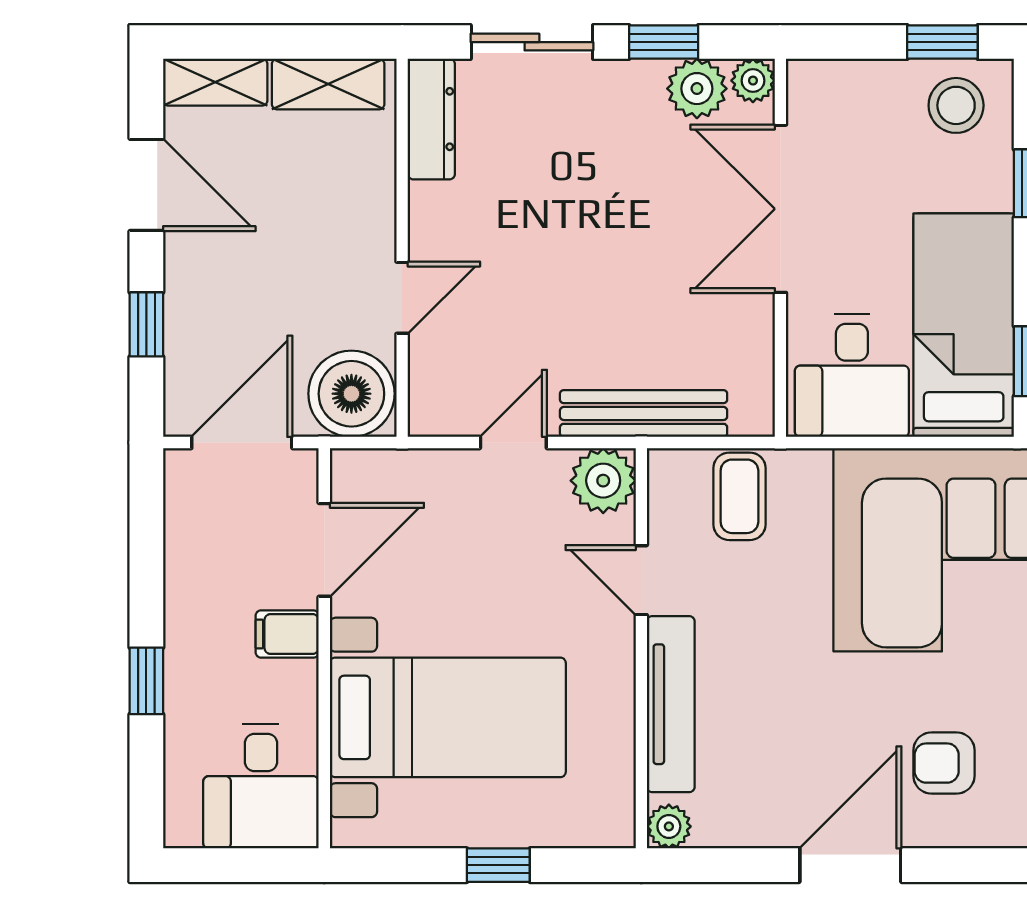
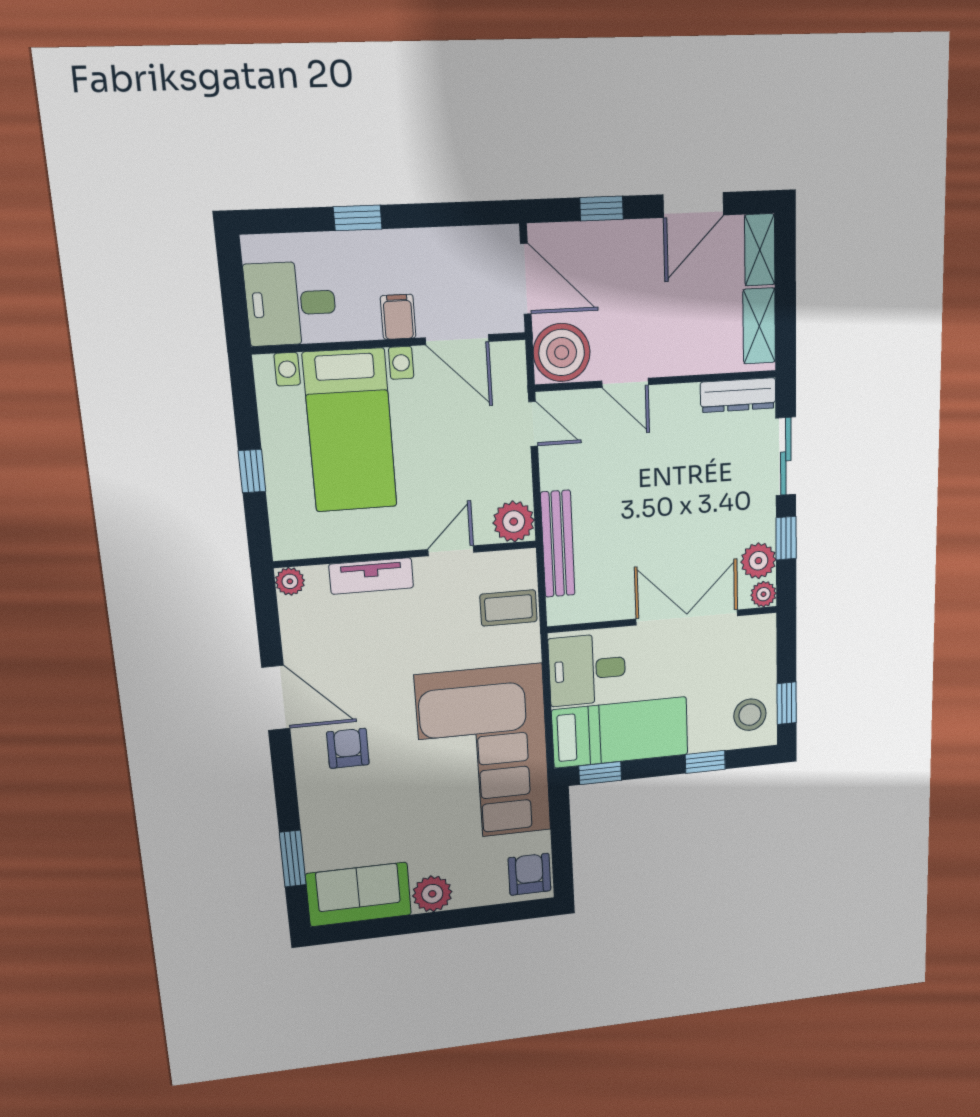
door: (513, 442) -> (533, 424), moved
tv unit: (671, 704) -> (371, 576), width x0.71

